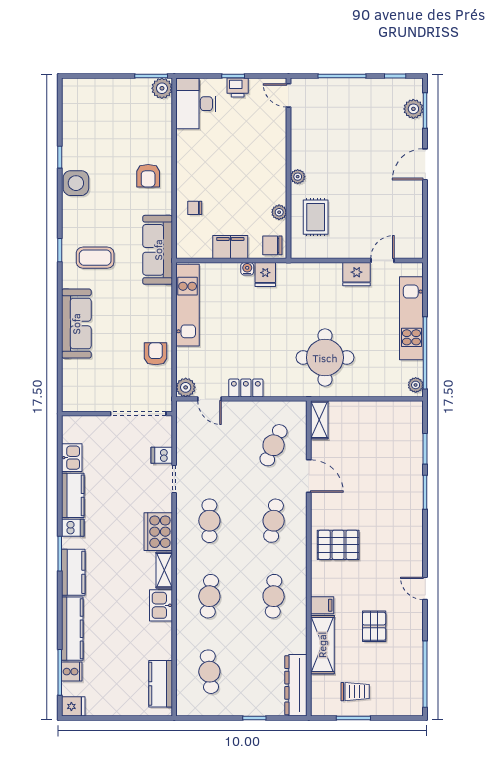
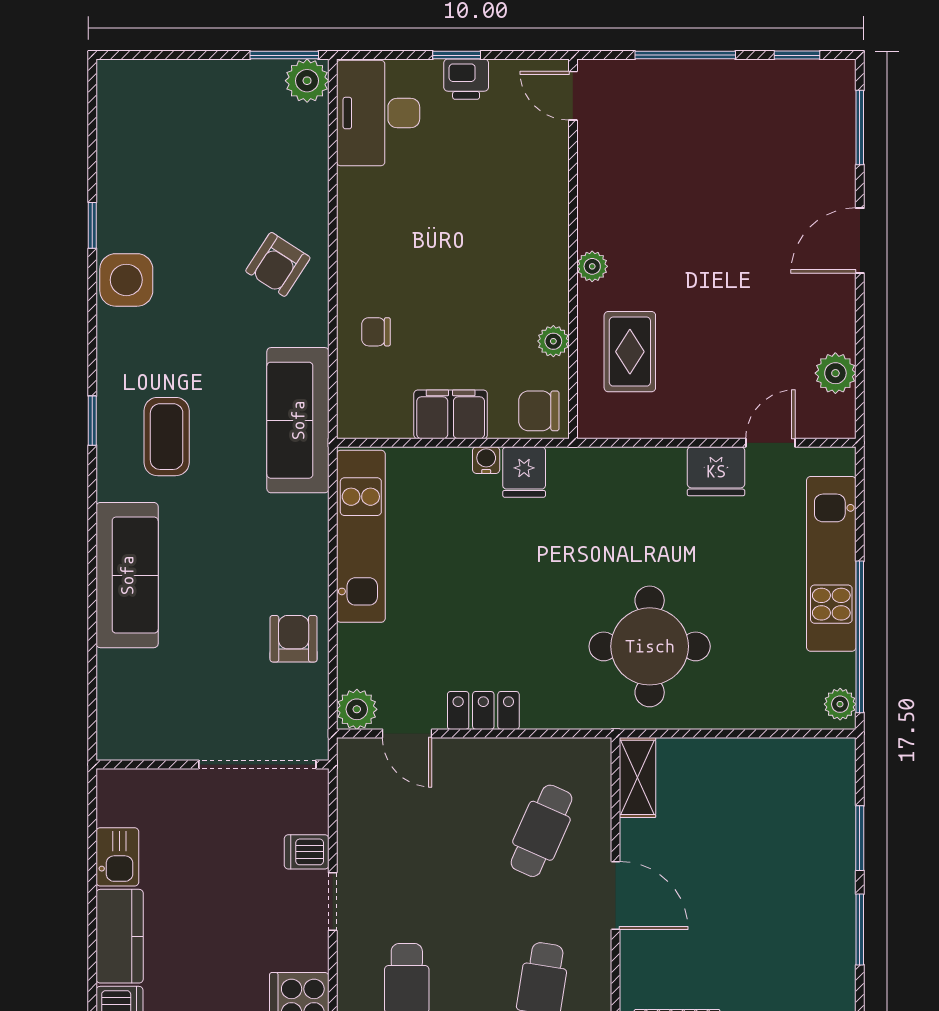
plant: (413, 109) -> (835, 373), moved
armchair: (148, 176) -> (278, 264), turned 33
coffee table: (95, 258) -> (167, 437), turned 90

